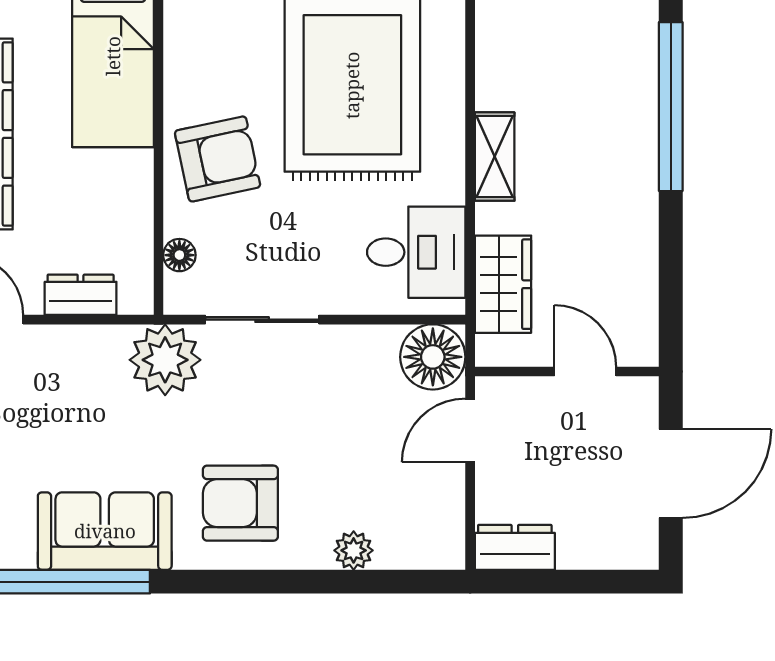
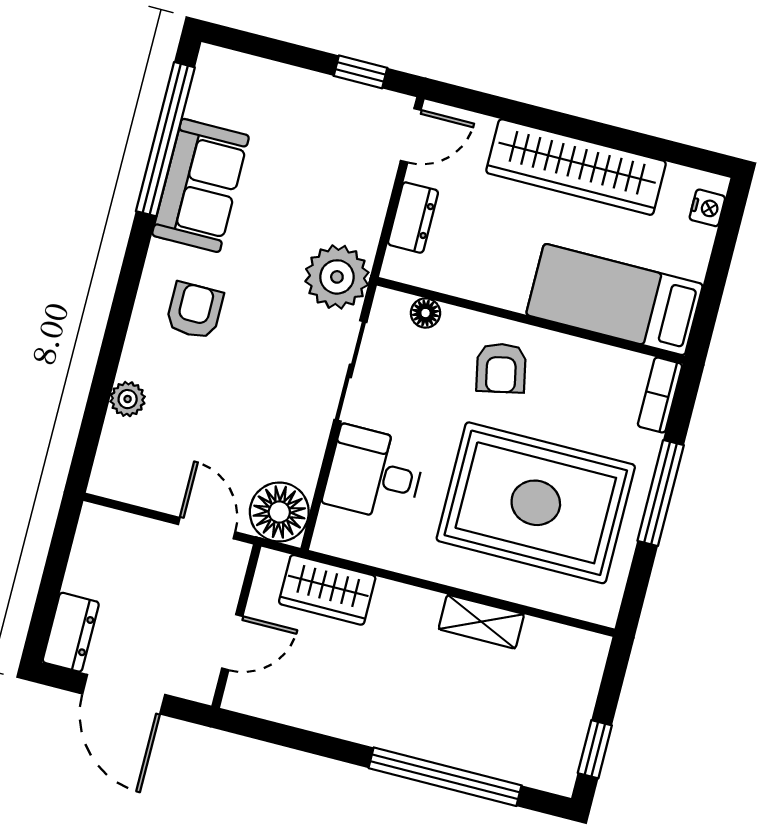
shelving: (495, 157) -> (481, 622), moved
armchair: (218, 159) -> (501, 368), width x0.72, depth x0.72
desk: (416, 252) -> (374, 474), moved, turned 90
armchair: (240, 503) -> (195, 311), width x0.72, depth x0.72
dresser: (515, 547) -> (71, 632), moved

